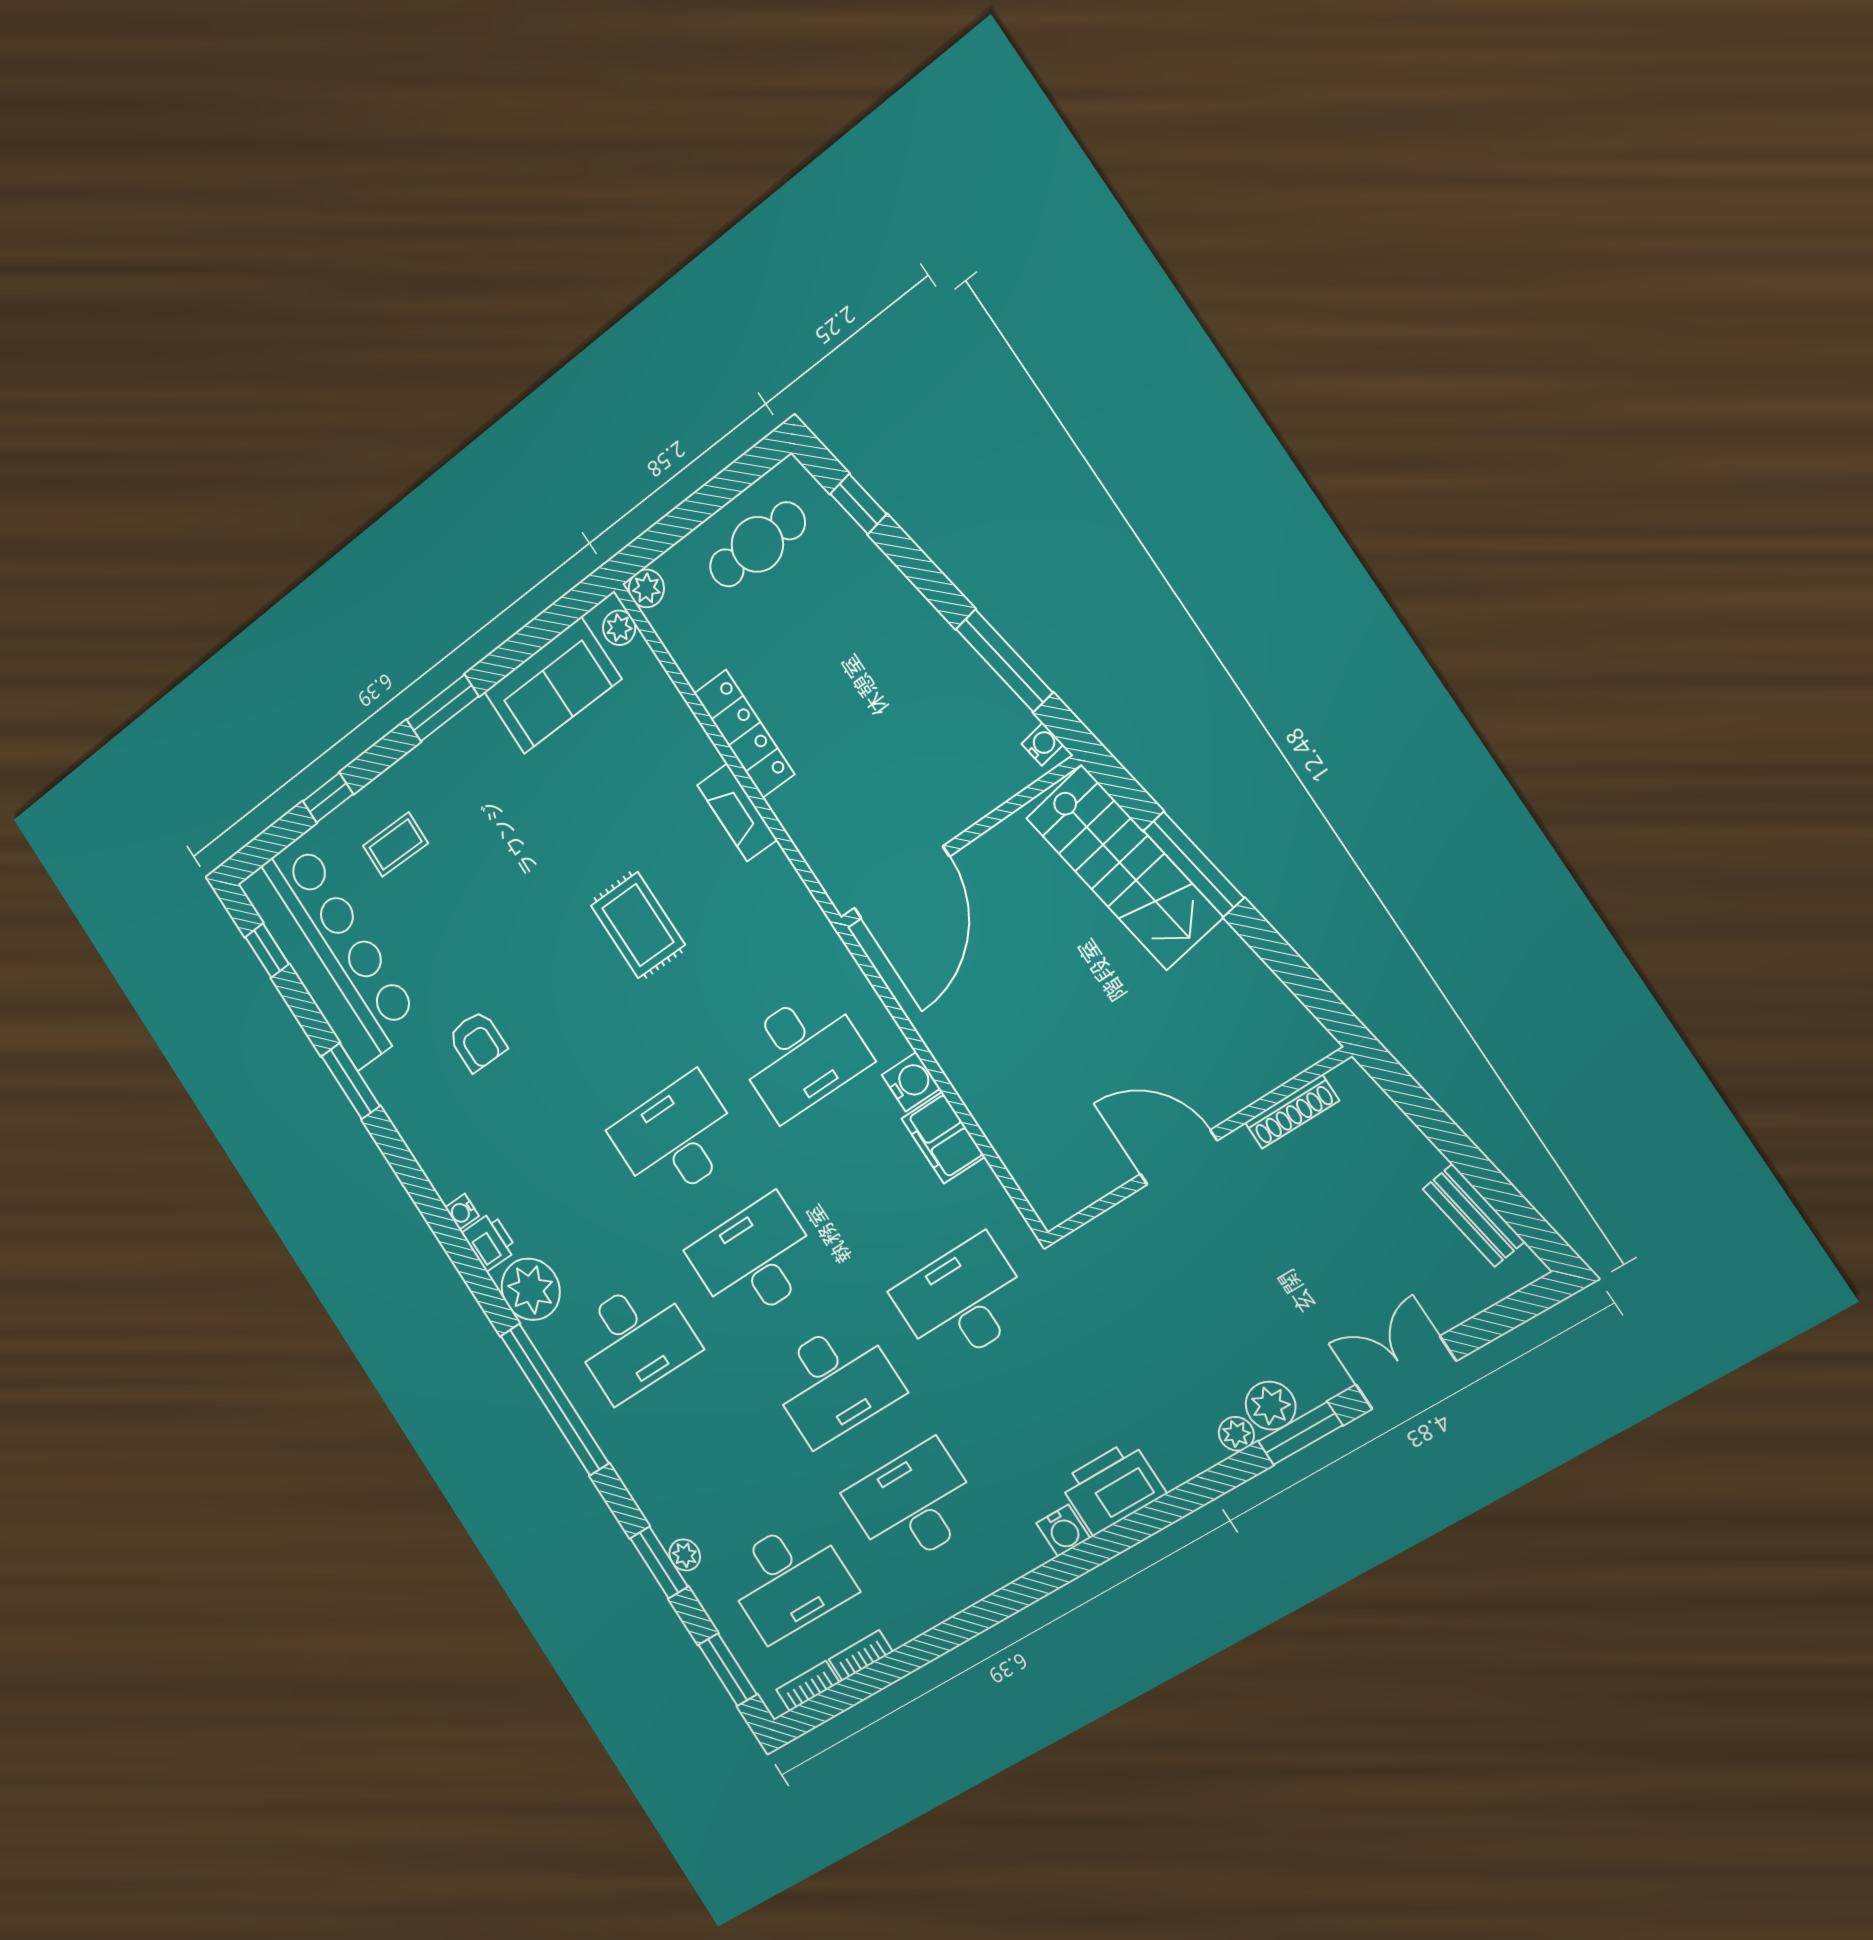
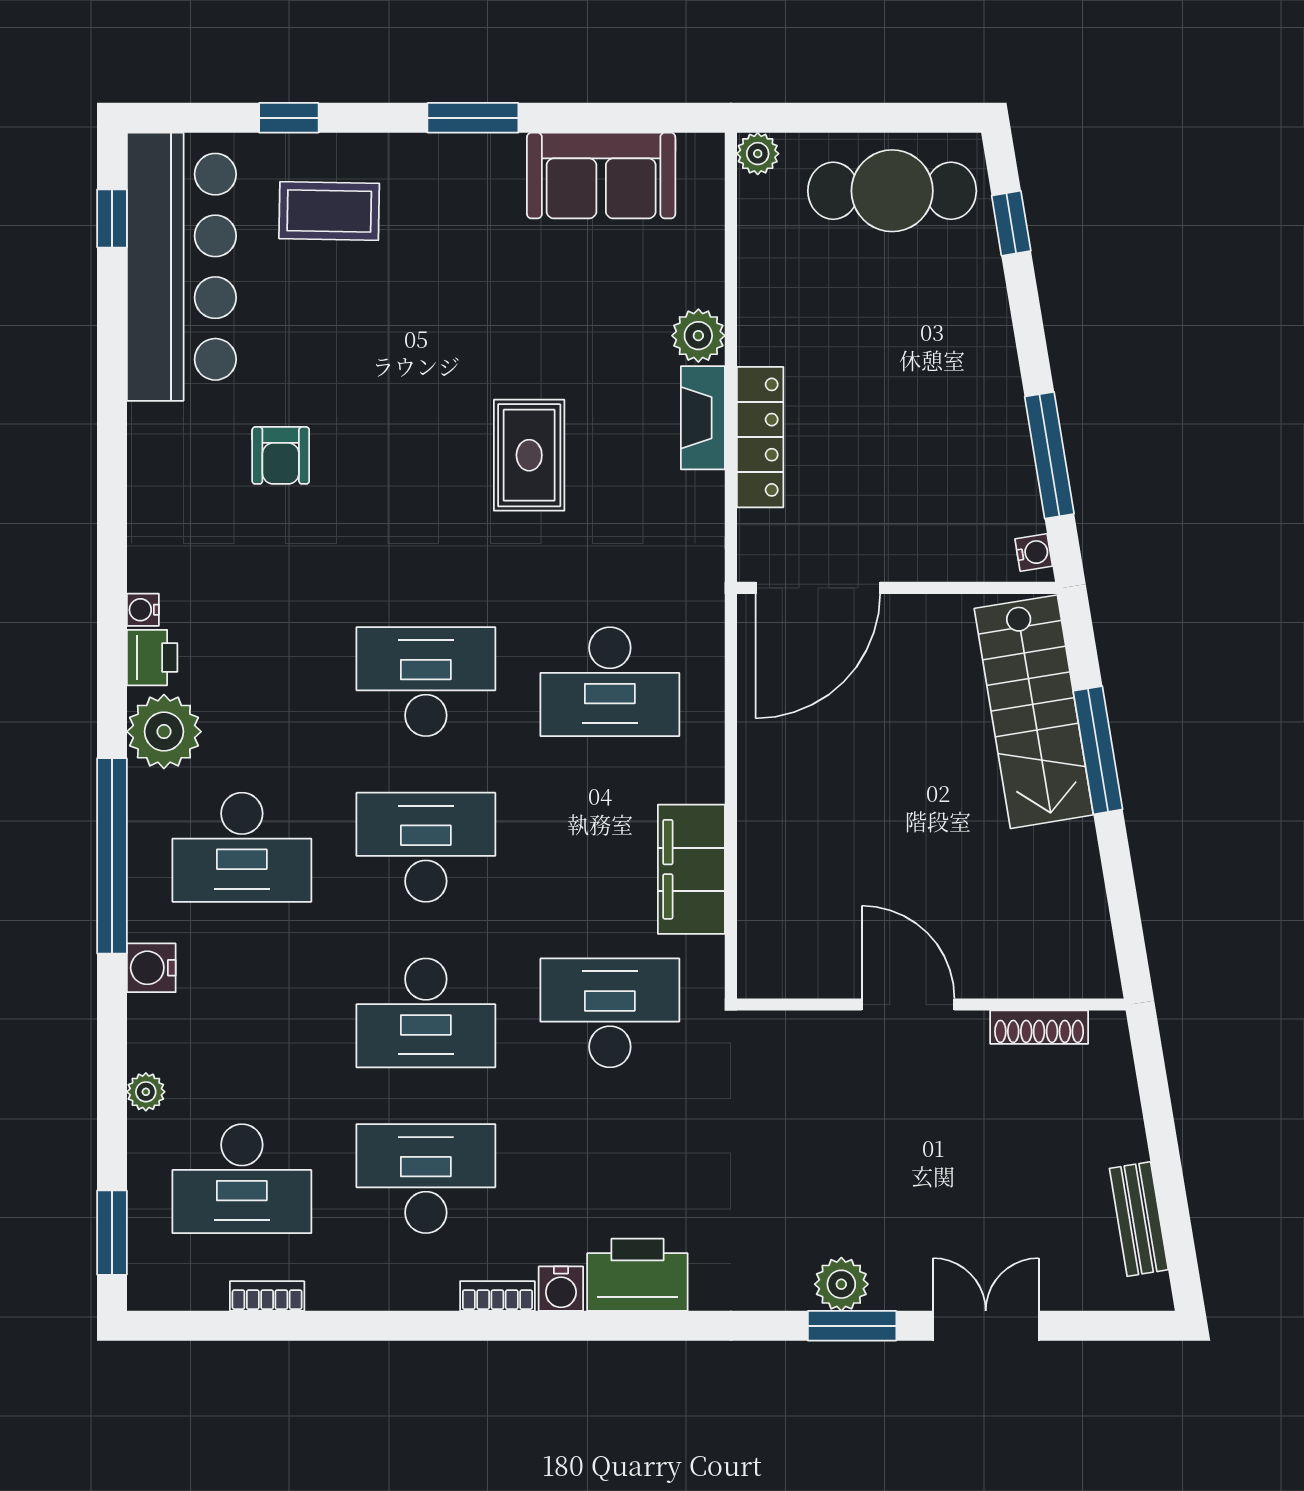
cafe table: (757, 544) -> (892, 191), width x1.37, depth x1.35
plant: (619, 628) -> (698, 336), moved, width x1.38, depth x1.38
locker: (744, 734) -> (760, 437), moved
coffee table: (395, 844) -> (329, 211), width x1.36, depth x1.30
window: (351, 1081) -> (112, 405), removed
water cooler: (911, 1082) -> (151, 968), moved, turned 180
filing cabinet: (943, 1138) -> (691, 869), width x1.50, depth x1.17
plant: (1236, 1434) -> (792, 1292), removed
window: (659, 1563) -> (112, 1084), removed
bookcase: (808, 1686) -> (497, 1296), moved

